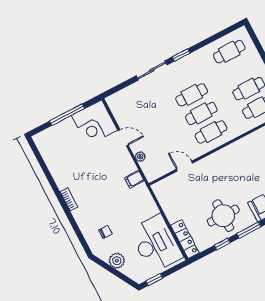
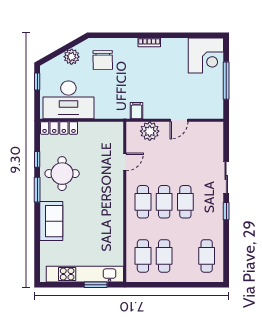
corner desk: (94, 123) -> (206, 56), moved, turned 180
plant: (140, 157) -> (150, 131), width x1.88, depth x1.88
chair: (105, 232) -> (103, 60), width x1.87, depth x1.87

